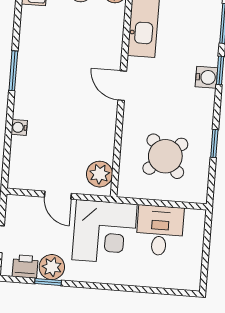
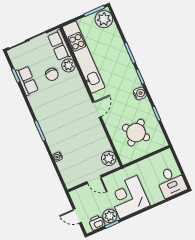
water cooler: (206, 77) -> (140, 93), moved
door: (122, 86) -> (97, 110), swing flipped
desk: (160, 231) -> (171, 182), moved, turned 180
corner desk: (105, 232) -> (128, 197), moved, turned 180

